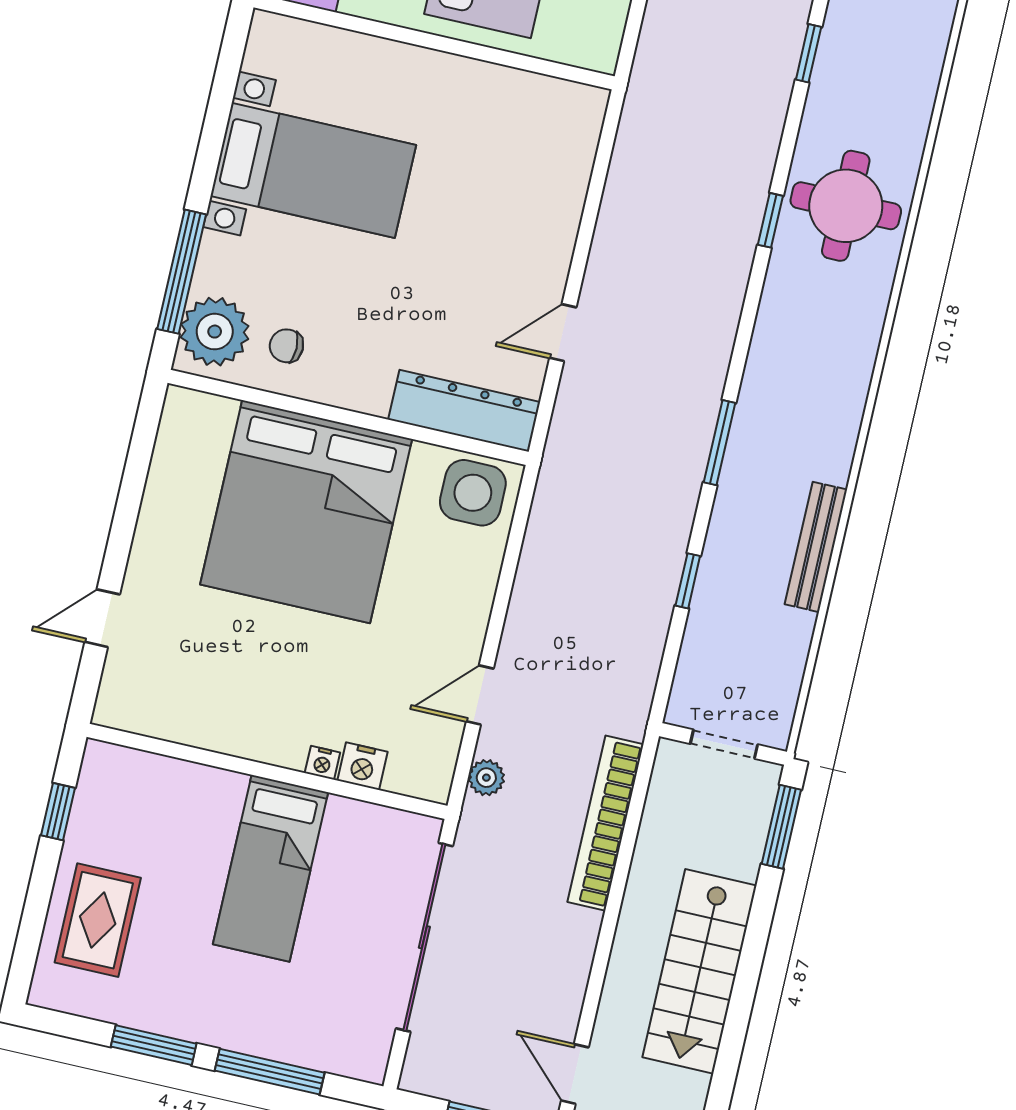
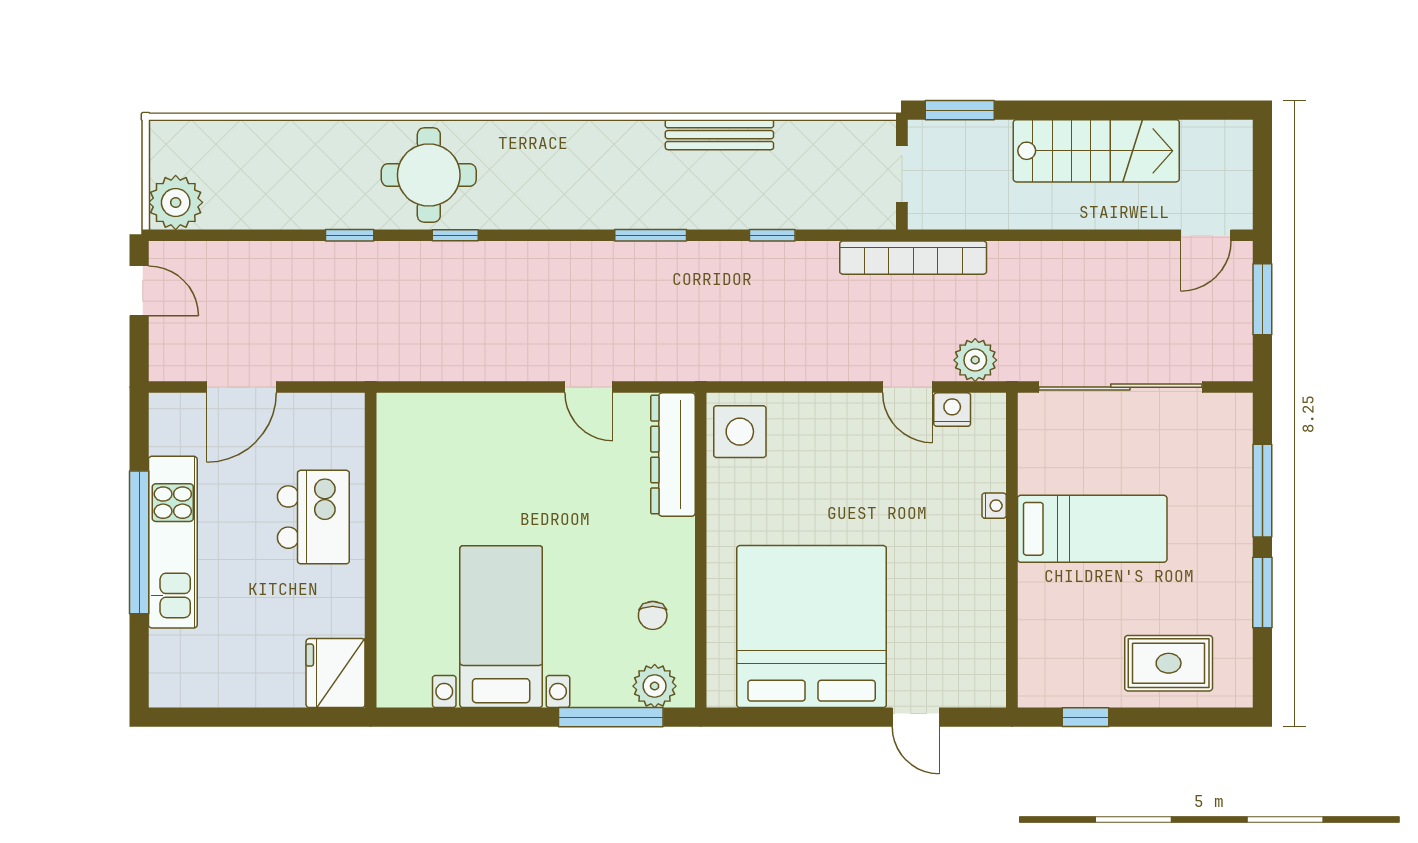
window: (809, 53) -> (350, 235), moved
plant: (215, 332) -> (655, 686), width x0.73, depth x0.73
bed: (306, 512) -> (812, 627), moved, turned -90
nightstand: (363, 766) -> (952, 410), moved, turned -90
plant: (486, 778) -> (975, 360), width x1.38, depth x1.38
bookcase: (606, 823) -> (913, 258), moved

